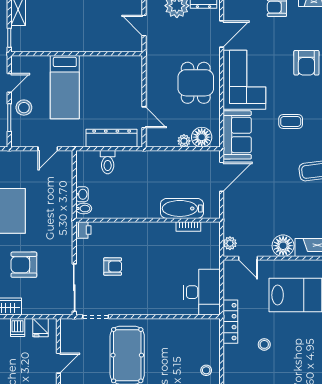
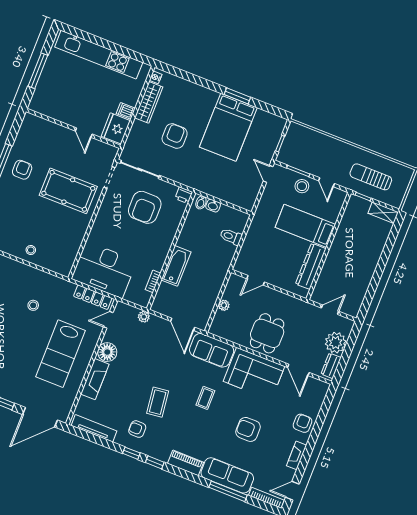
dining table: (196, 83) -> (267, 333), turned 90
floor lamp: (202, 137) -> (221, 321), removed
dresser: (112, 138) -> (311, 266), moved, turned 180
door: (48, 149) -> (268, 174), moved
bathtub: (182, 208) -> (176, 266), moved
plant: (230, 243) -> (144, 317), moved
armchair: (113, 267) -> (145, 207), width x1.88, depth x1.88
desk: (202, 292) -> (104, 270), width x1.36, depth x1.30
locker: (230, 322) -> (93, 297), moved
fridge: (41, 328) -> (116, 128), width x1.88, depth x1.34

